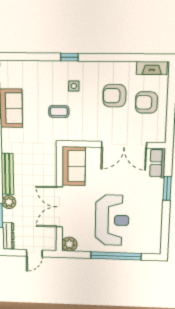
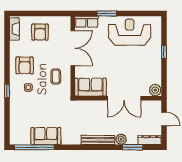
armchair: (114, 96) -> (25, 65), moved
coffee table: (59, 111) -> (56, 77), moved
reception desk: (112, 220) -> (130, 32), moved
window: (116, 256) -> (164, 52), width x0.32

